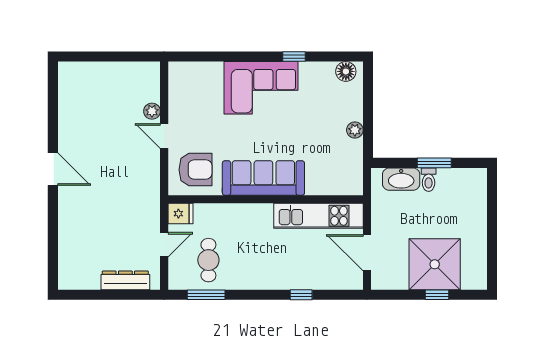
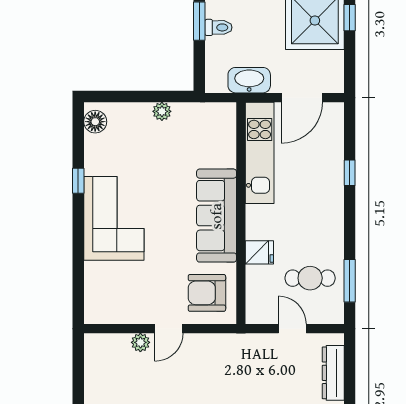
armchair: (196, 170) -> (207, 293), turned -90
washbasin: (401, 179) -> (249, 80), moved, turned -90
fridge: (180, 214) -> (259, 252), moved, turned 90

